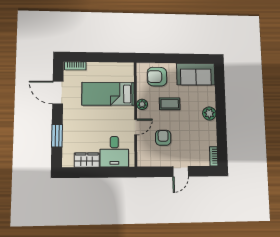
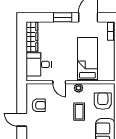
window: (57, 136) -> (63, 17), moved
armchair: (163, 138) -> (39, 105), moved
wardrobe: (87, 160) -> (32, 37), width x1.50

